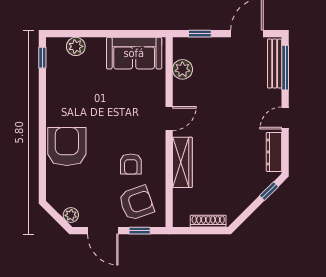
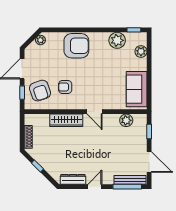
plant: (59, 84) -> (117, 40), added
door: (285, 118) -> (95, 187), hinge flipped
window: (269, 191) -> (37, 166), moved
plant: (71, 215) -> (40, 40), moved

